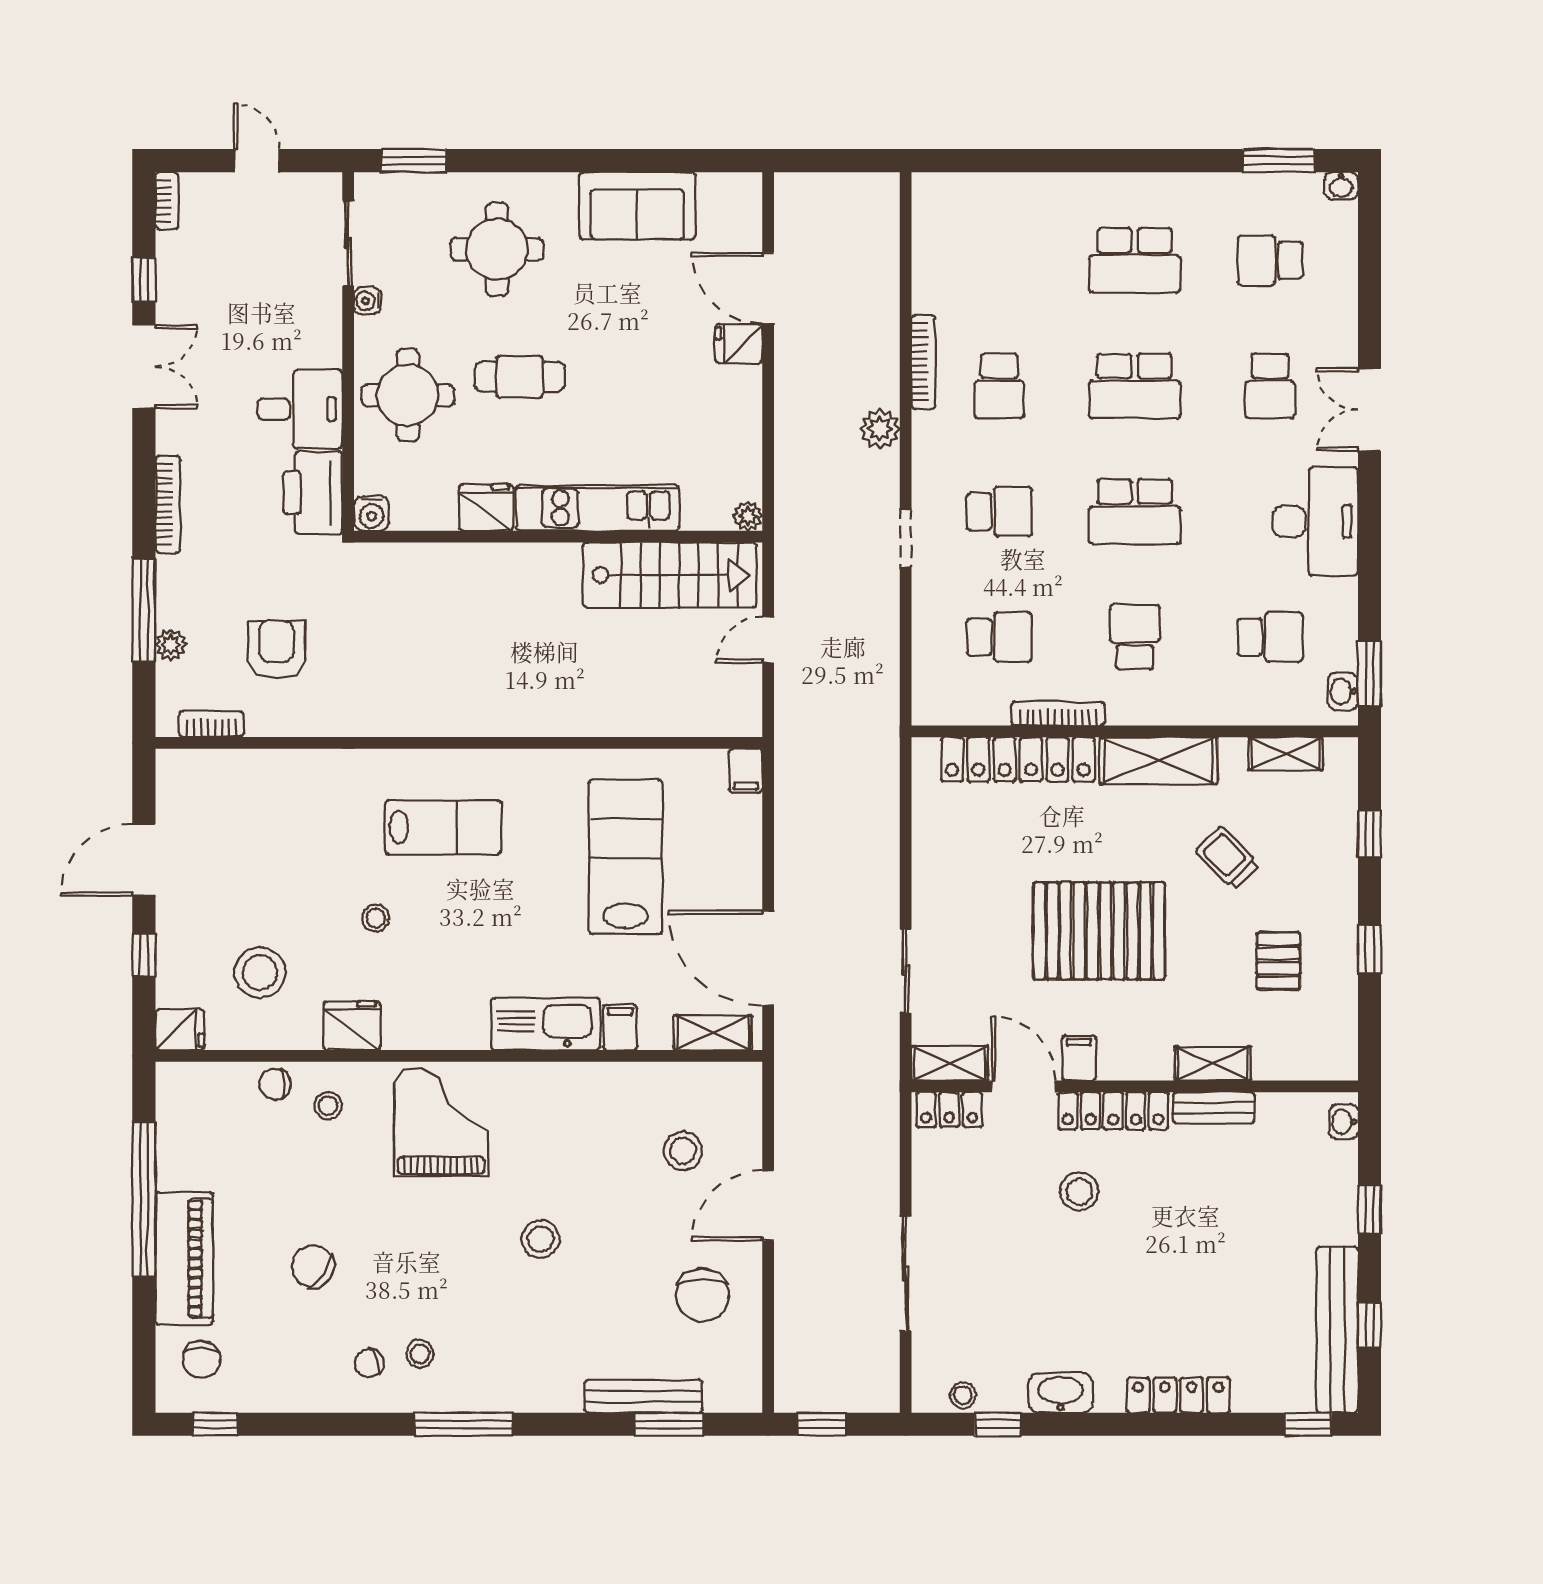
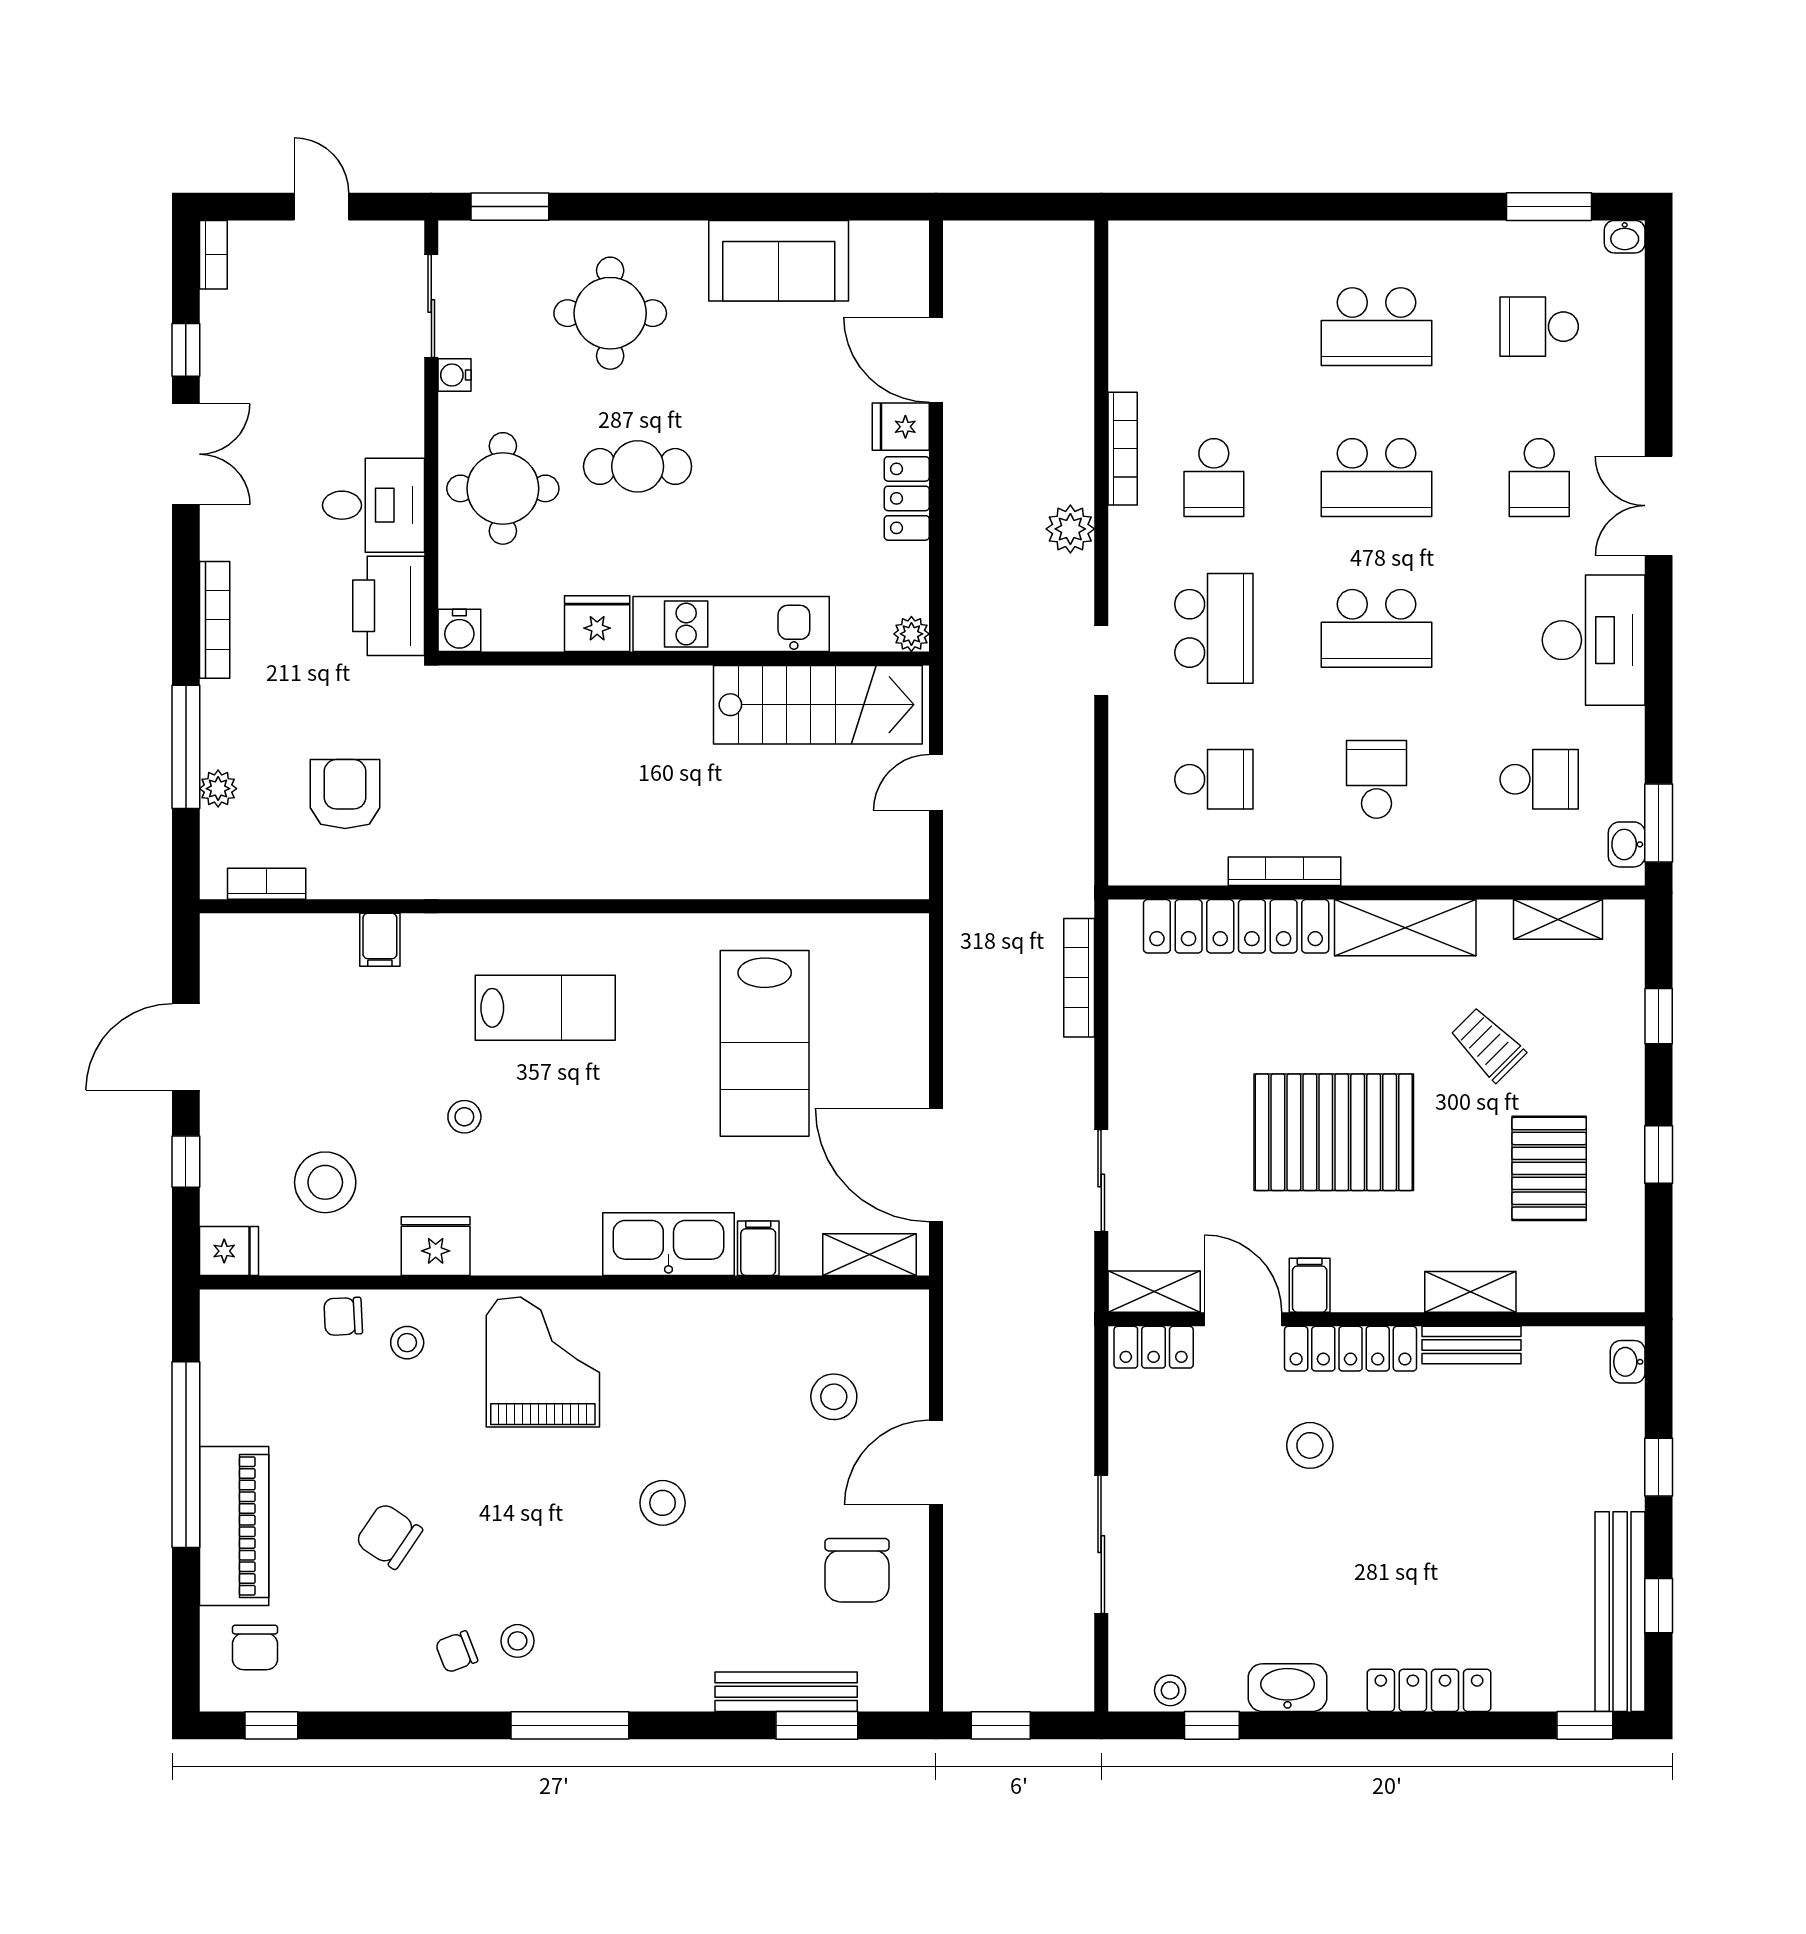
locker: (744, 403) -> (907, 498), added
school desk: (999, 512) -> (1214, 628), width x1.85
filing cabinet: (746, 771) -> (380, 940), moved
bookcase: (887, 802) -> (1079, 978), added
lab bench: (626, 857) -> (765, 1043), turned 180
pallet: (1278, 961) -> (1549, 1168), width x1.50, depth x1.42

